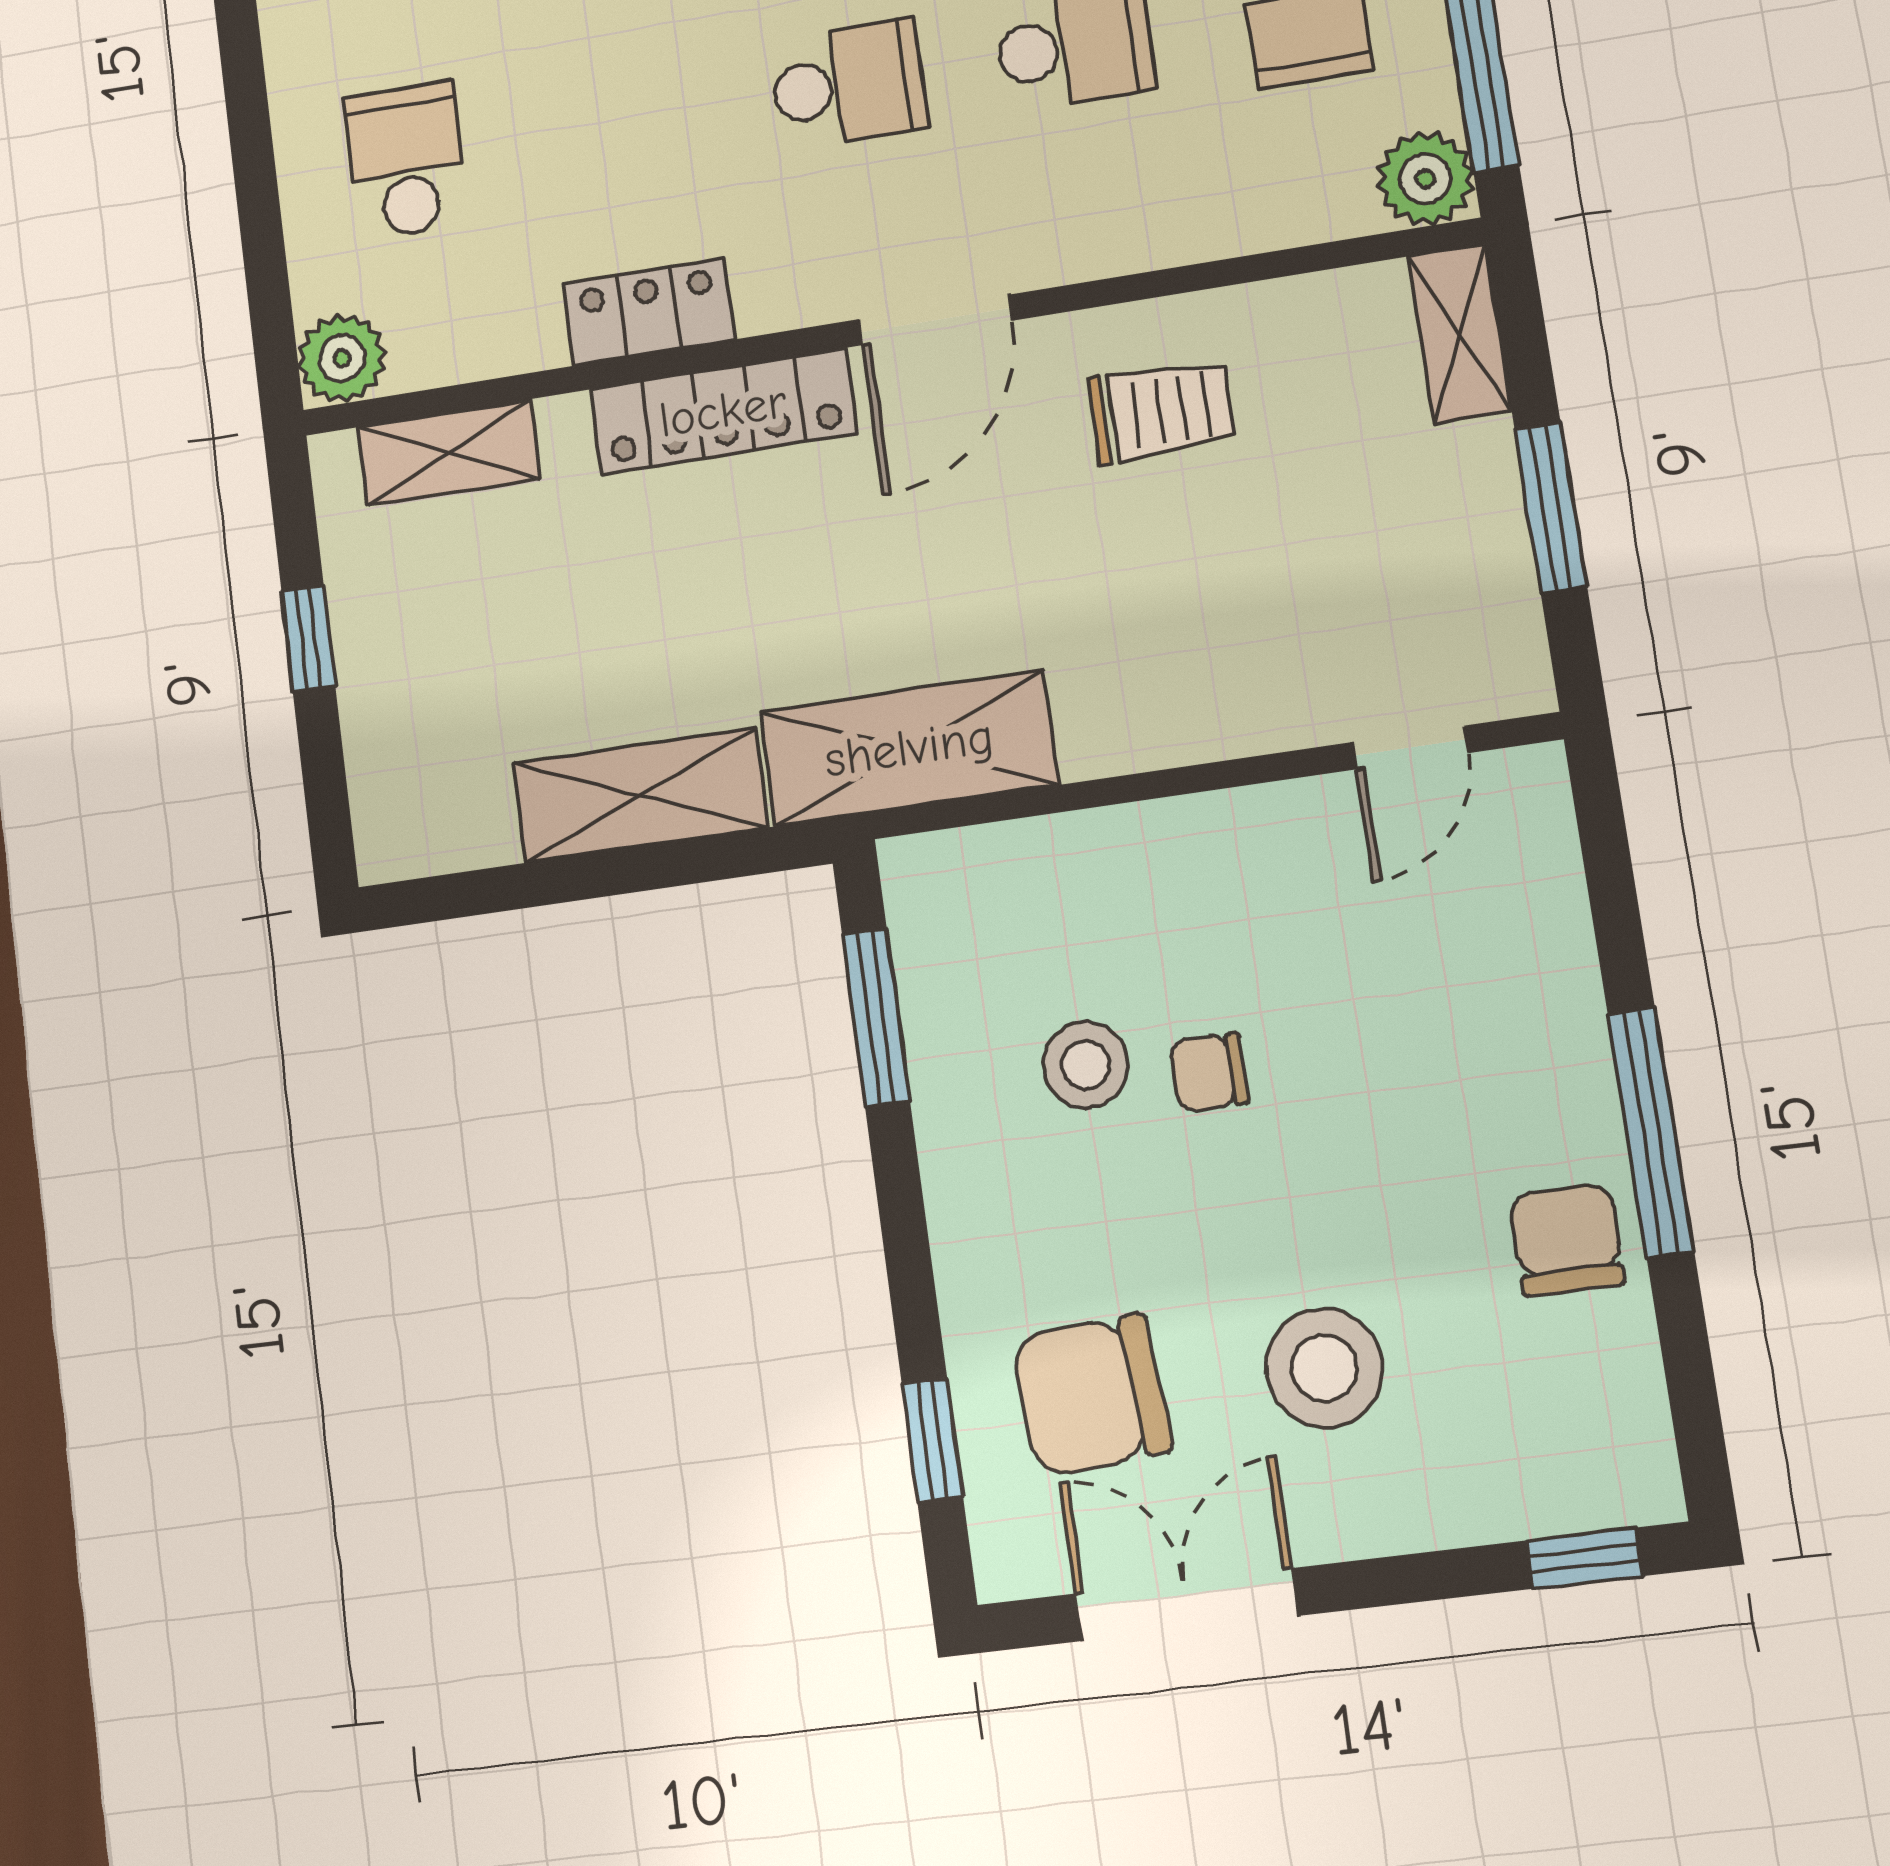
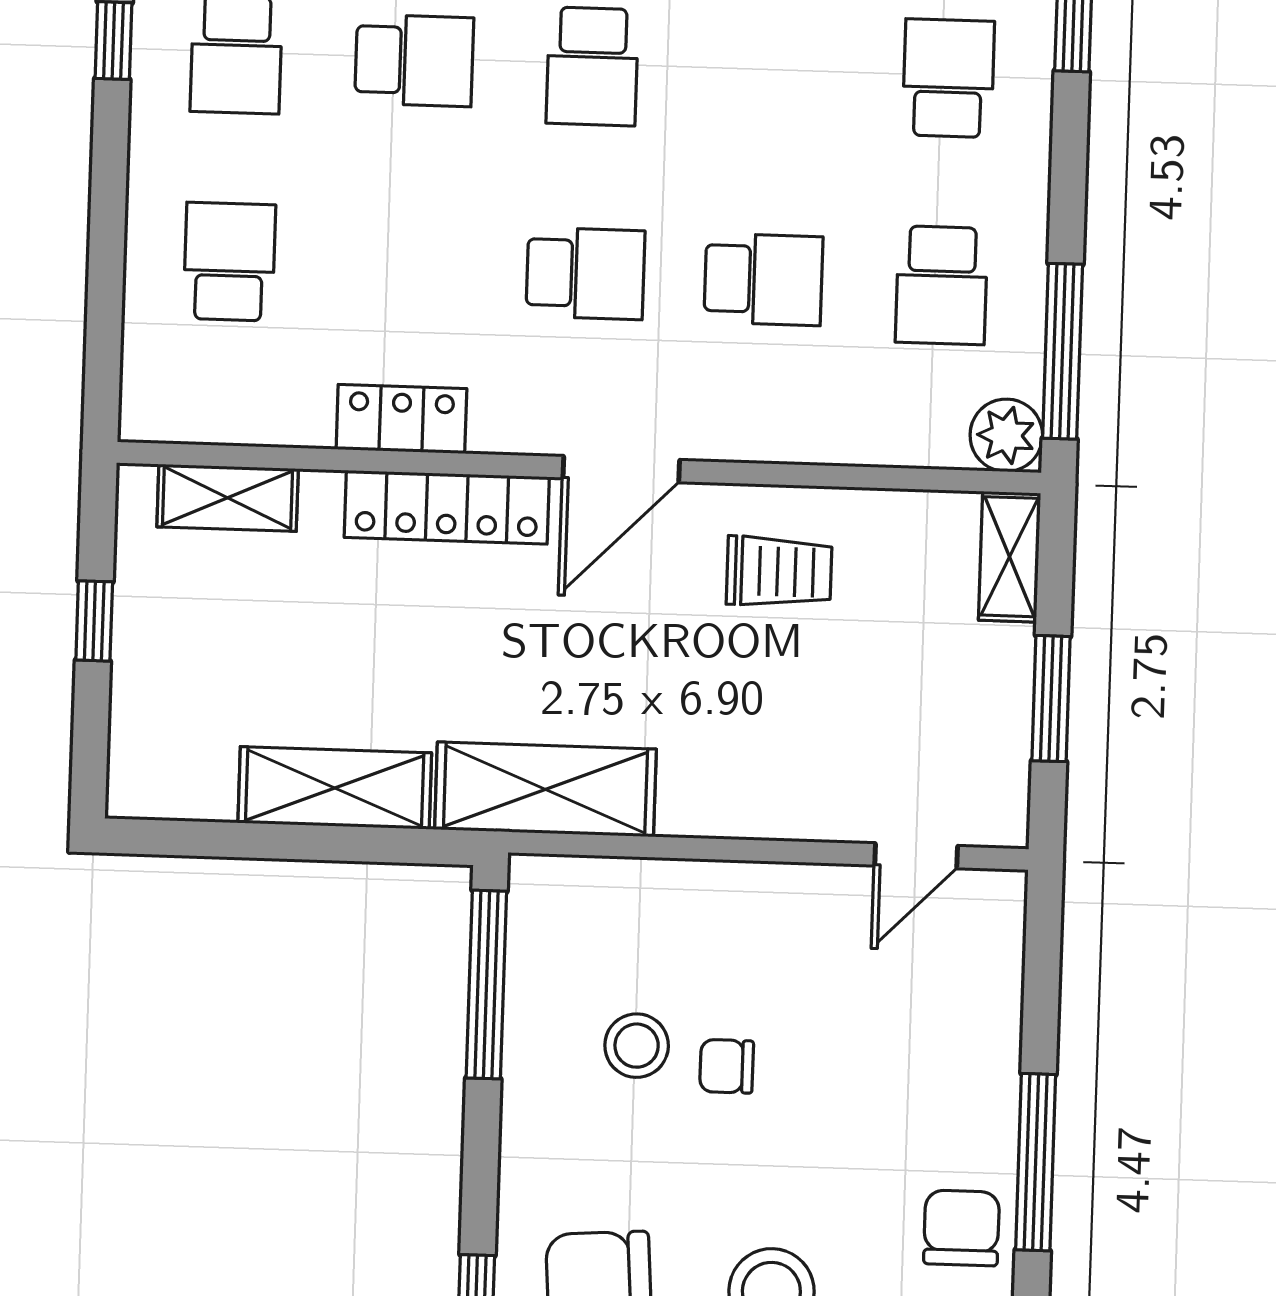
plant: (342, 358) -> (154, 408), removed
window: (876, 1017) -> (486, 985), width x1.44

